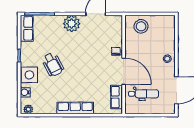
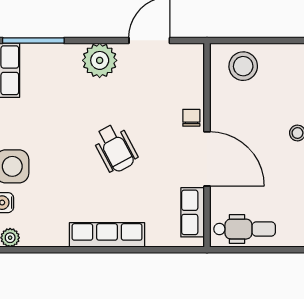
wheelchair: (53, 64) -> (115, 148), moved
dental chair: (144, 94) -> (245, 229), moved

